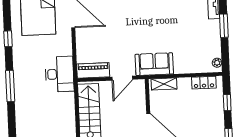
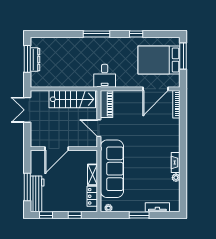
sofa: (154, 64) -> (112, 169), width x1.85, depth x1.27
desk: (60, 74) -> (105, 76), width x0.73
shelving: (164, 84) -> (93, 175), moved

